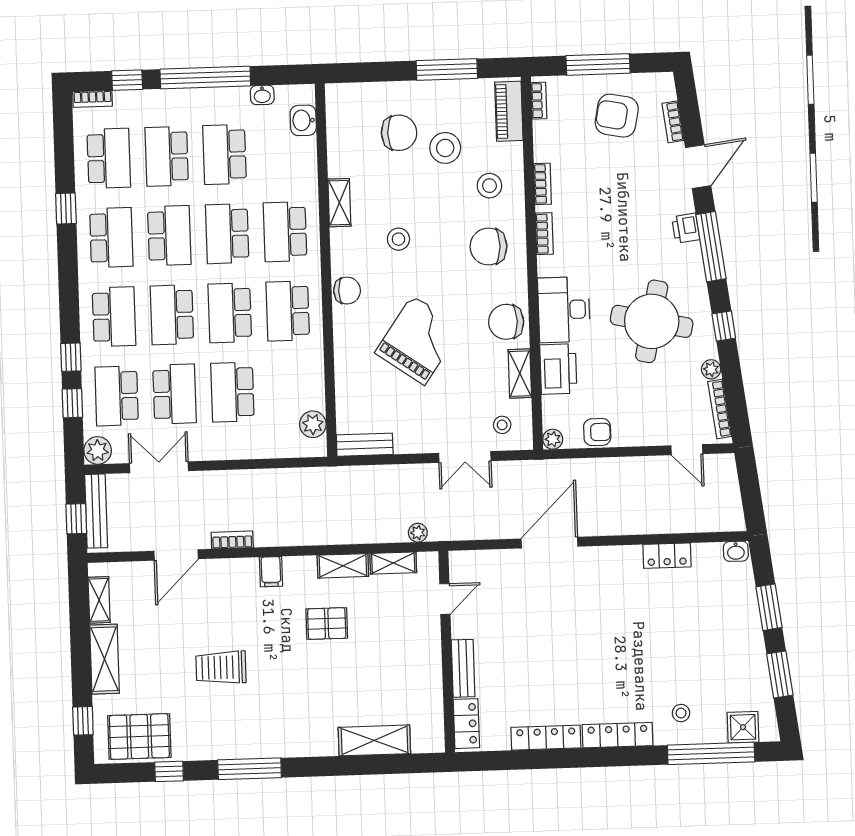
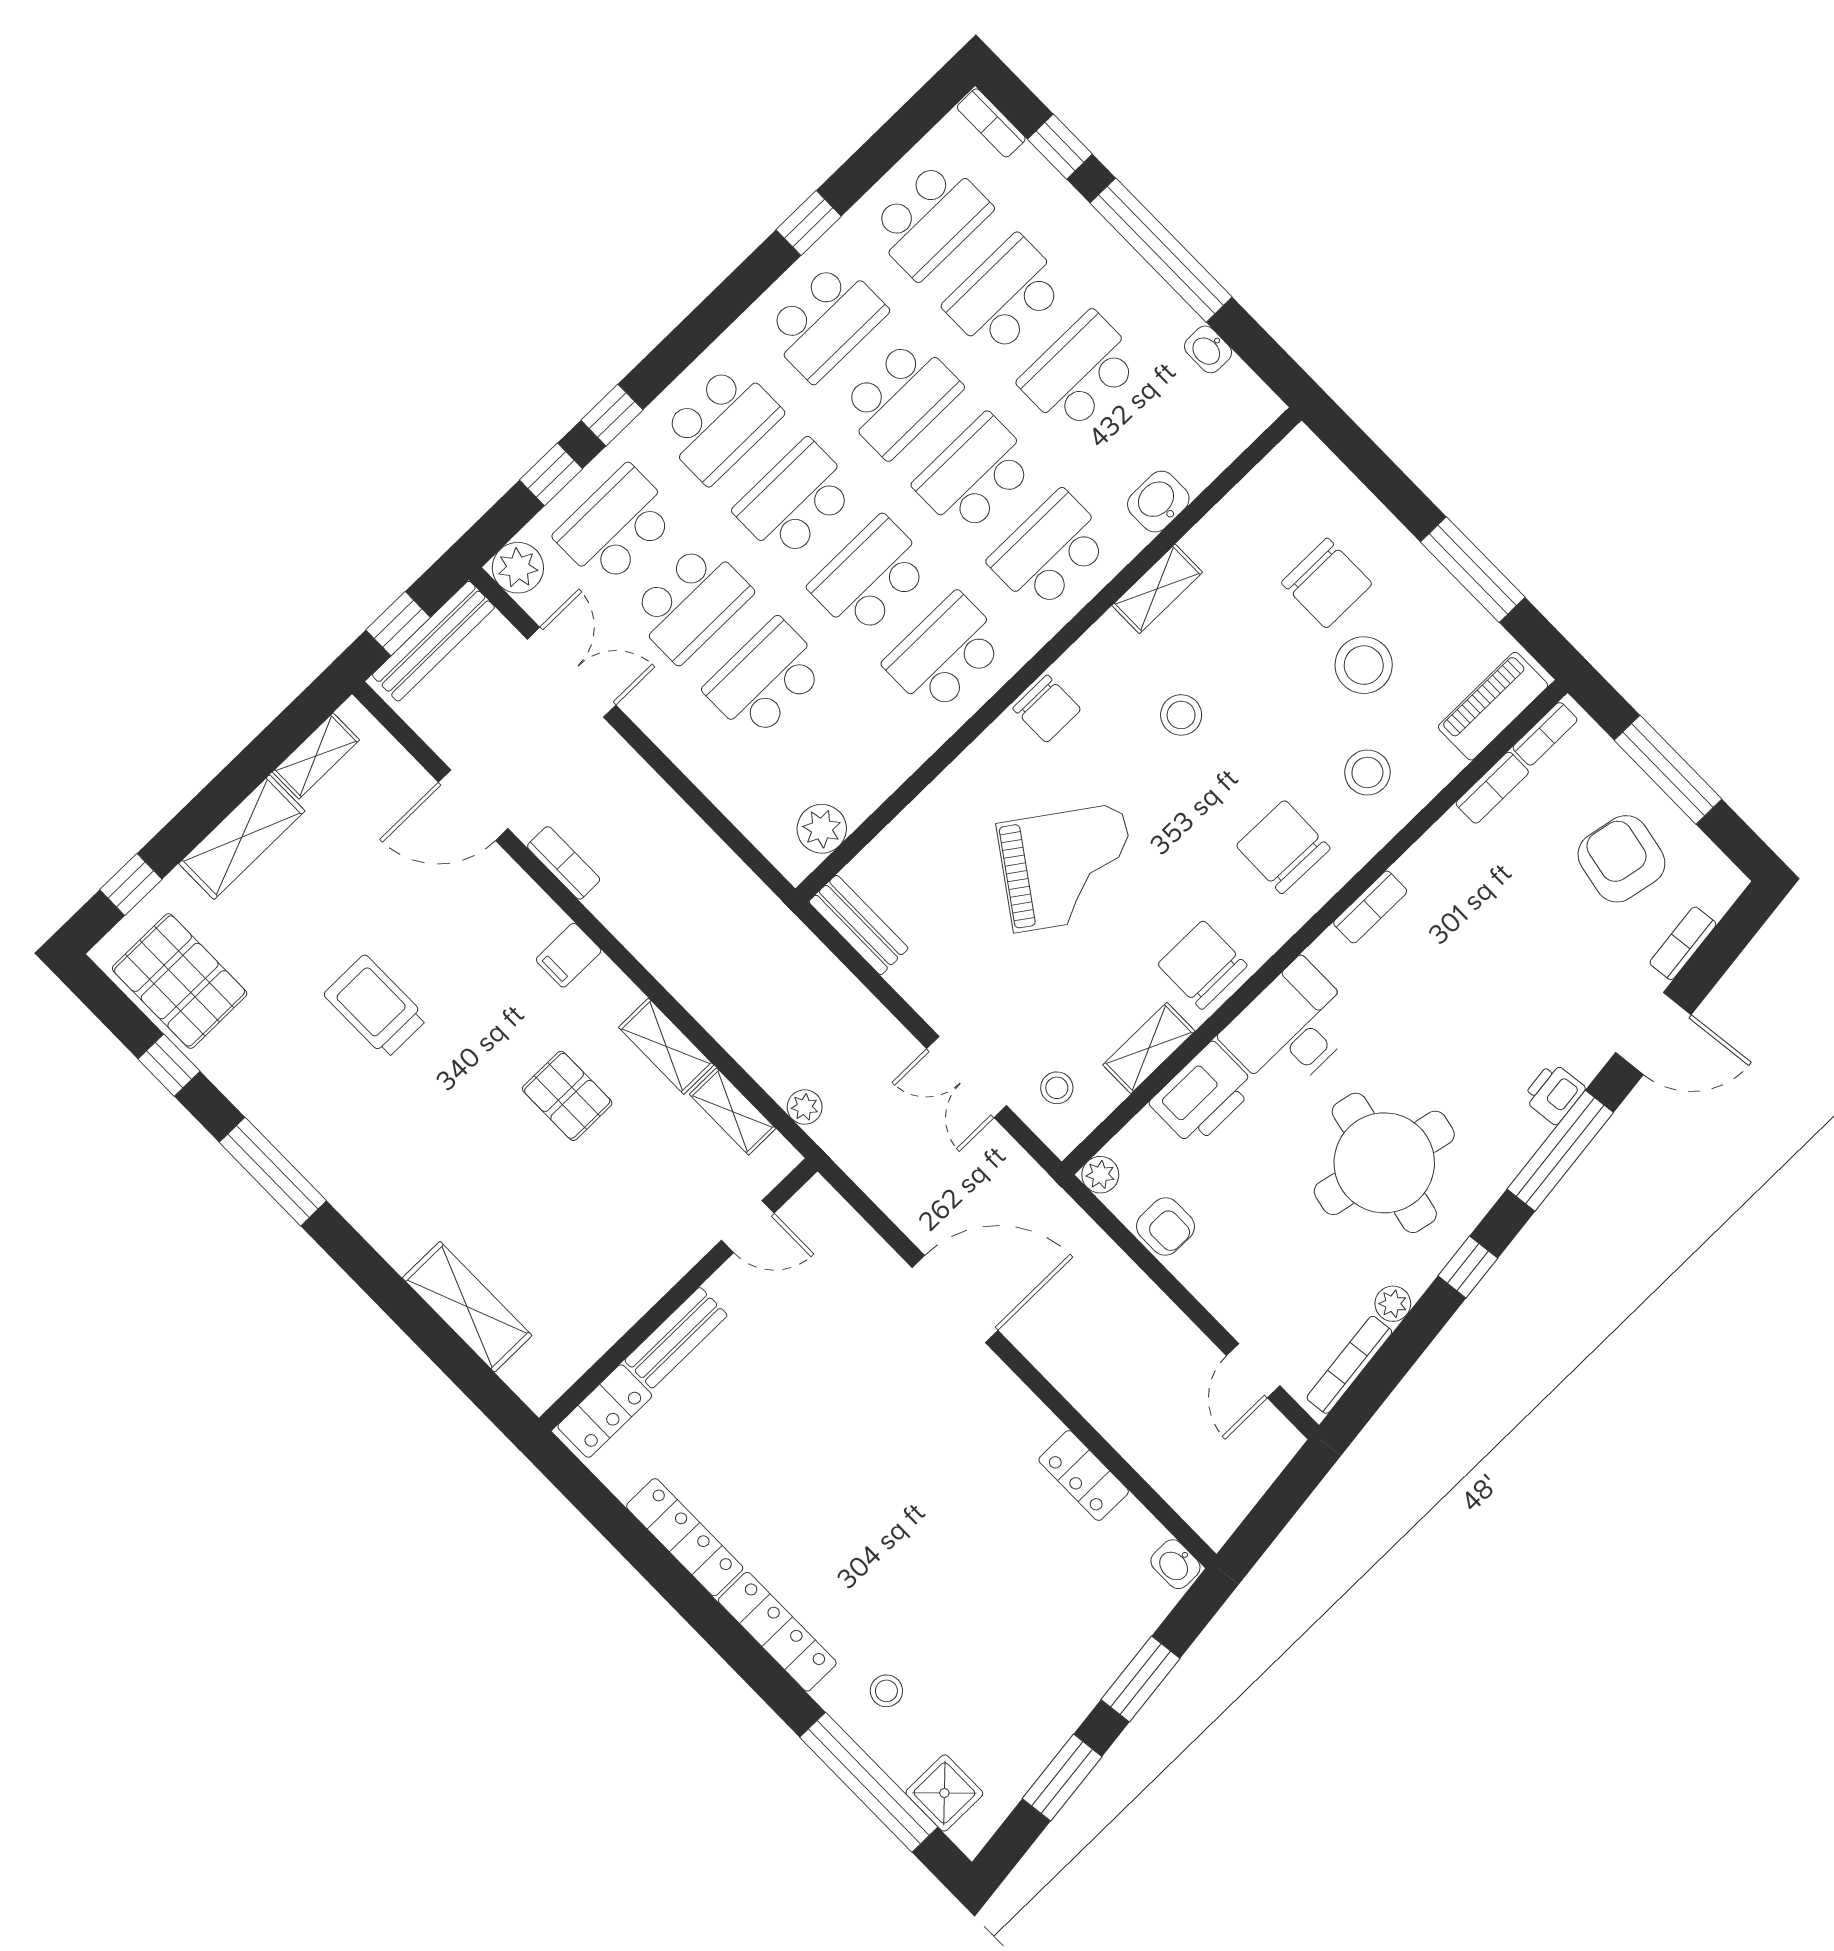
washbasin: (303, 120) -> (1158, 502), moved
bookcase: (543, 184) -> (1492, 788), moved

